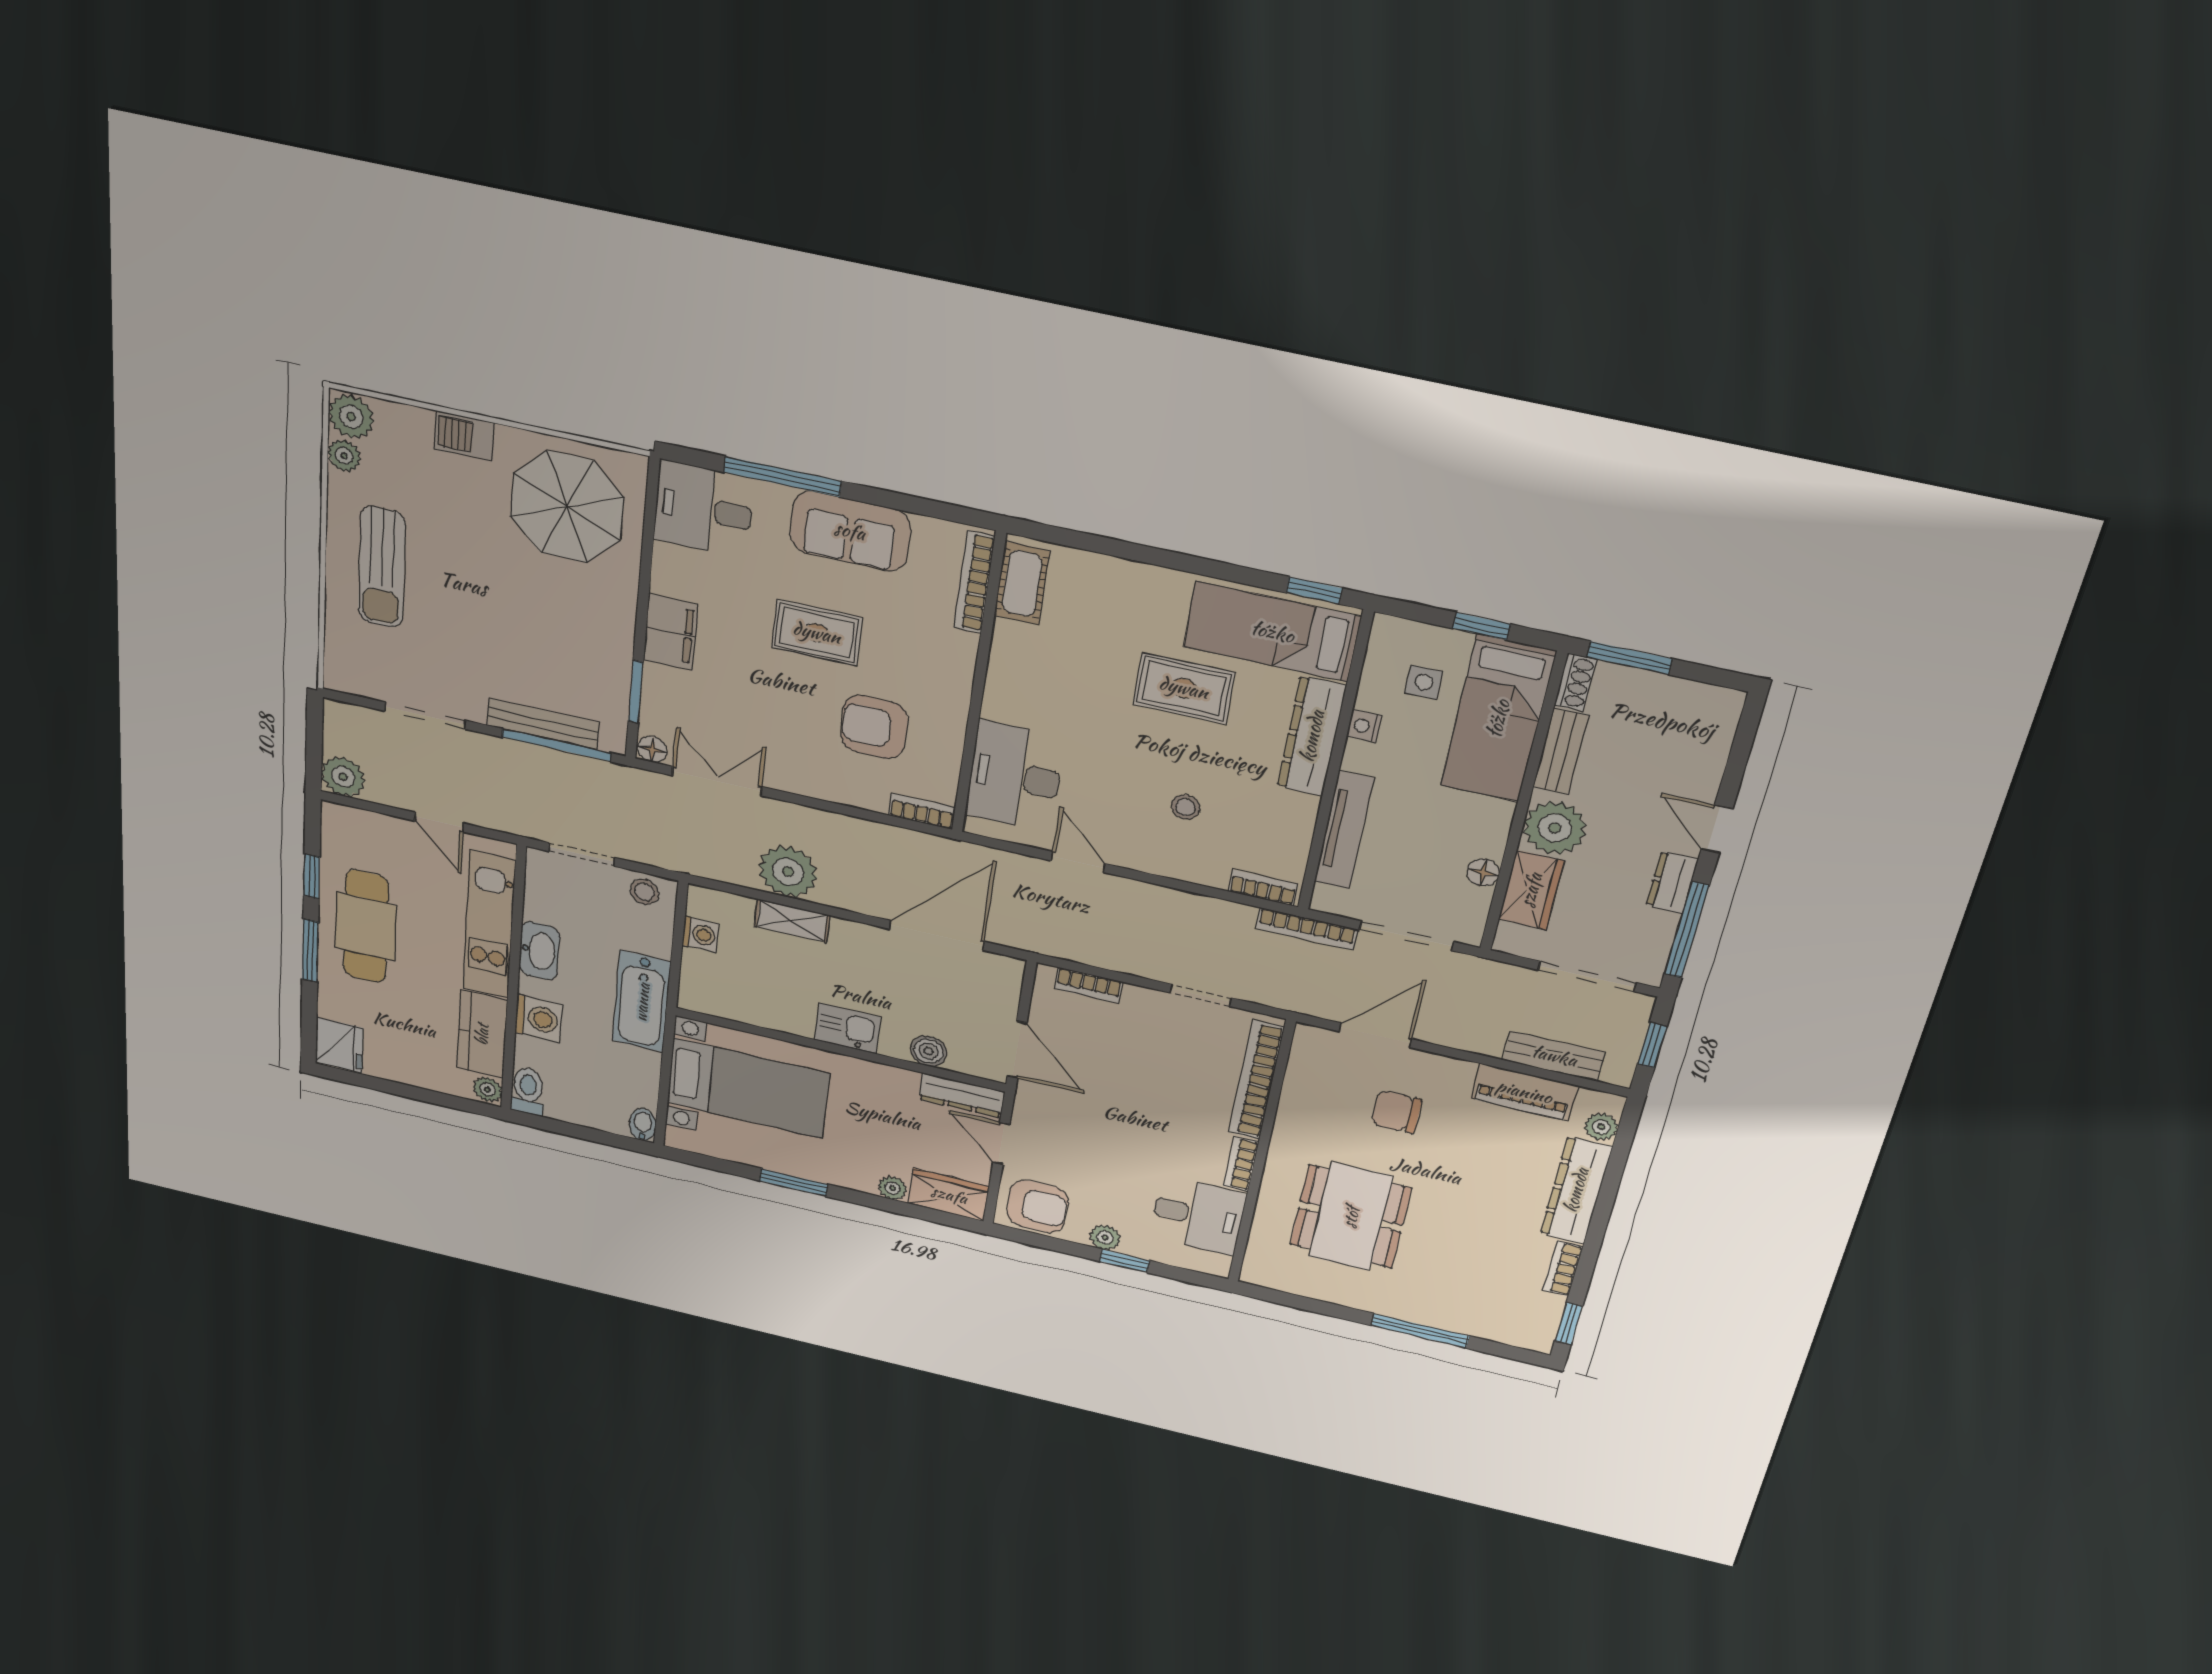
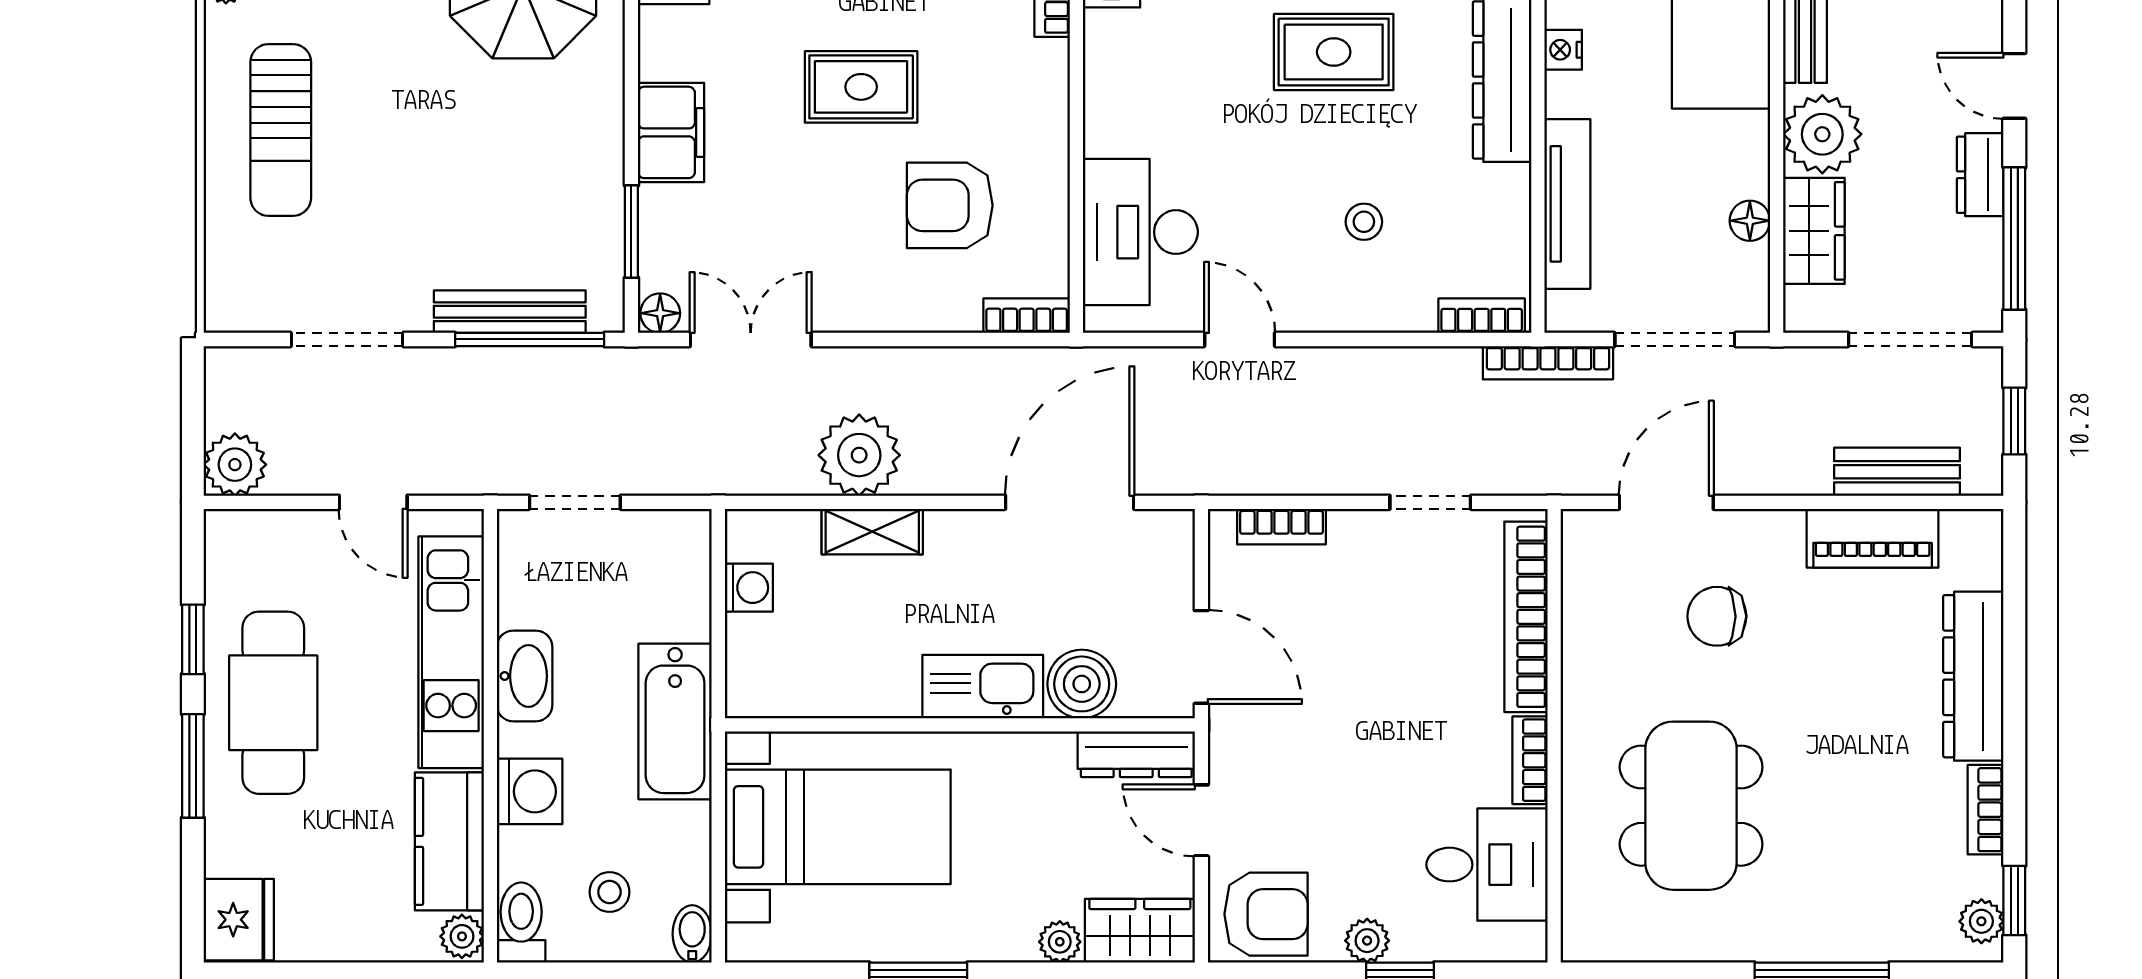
stool: (644, 892) -> (610, 892), moved
kitchen sink: (847, 1028) -> (983, 687), width x1.38
boiler: (928, 1051) -> (1082, 684), width x1.36, depth x1.36
plant: (1601, 1127) -> (1981, 921), moved

